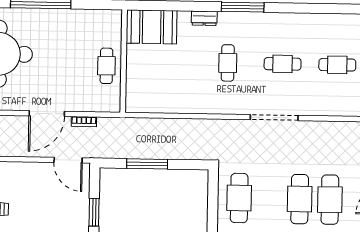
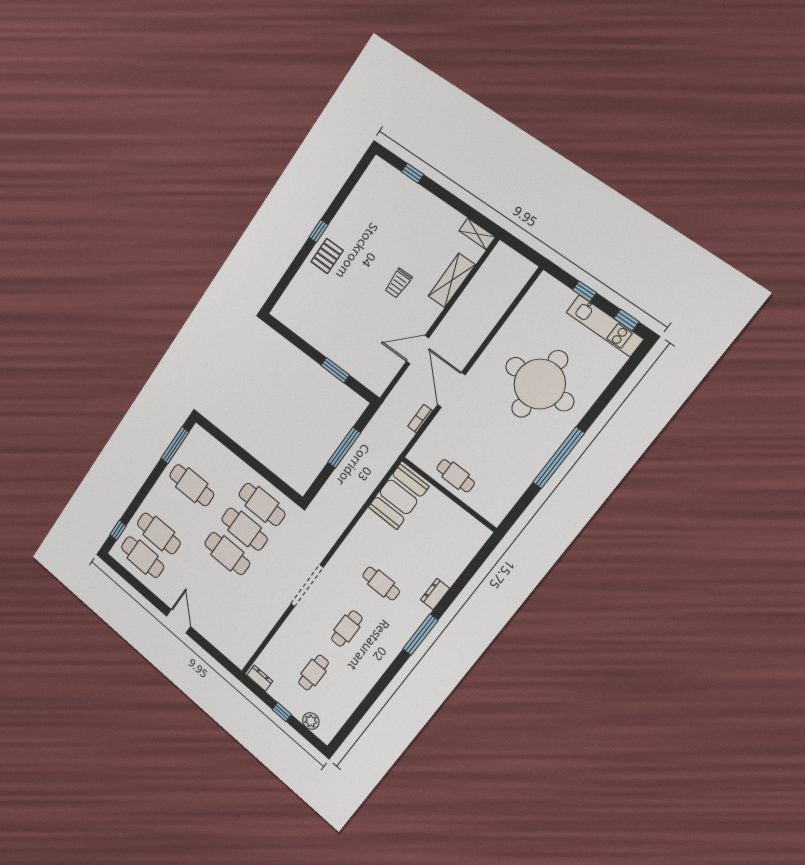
booth: (152, 27) -> (398, 497), moved
door: (68, 160) -> (418, 350), moved
cafe table: (330, 200) -> (244, 529), moved

